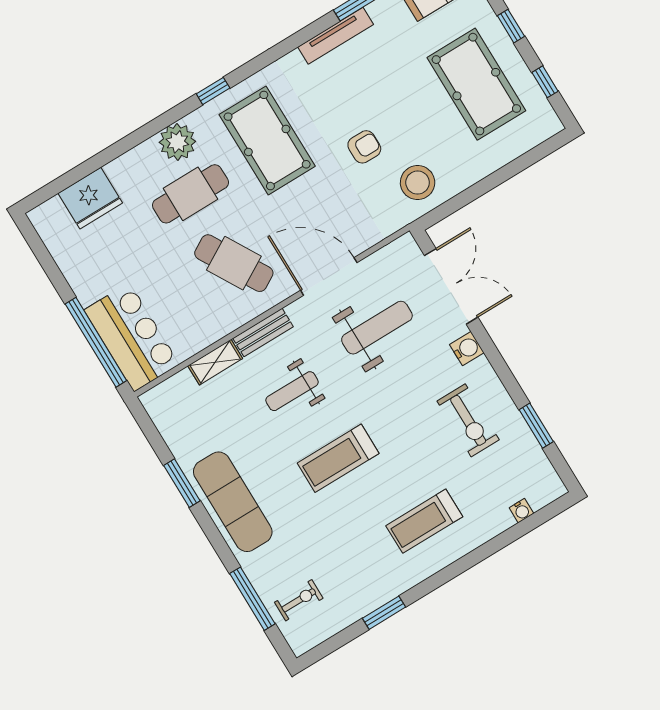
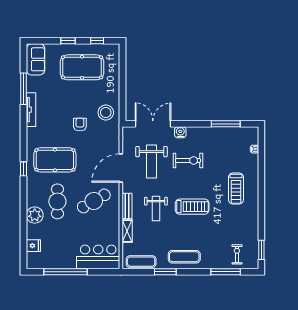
plant: (177, 142) -> (35, 215), moved
fridge: (90, 198) -> (33, 246), width x0.53, depth x0.75
weight bench: (377, 328) -> (152, 162), turned 180
window: (96, 342) -> (66, 272), moved
exercise bike: (468, 420) -> (188, 160), moved
exercise mat: (173, 425) -> (141, 262), added
window: (536, 426) -> (226, 124), width x1.44
treadmill: (338, 458) -> (192, 207), turned -90
exercise mat: (233, 502) -> (184, 257), width x0.73, depth x0.69
window: (384, 613) -> (261, 250), moved

